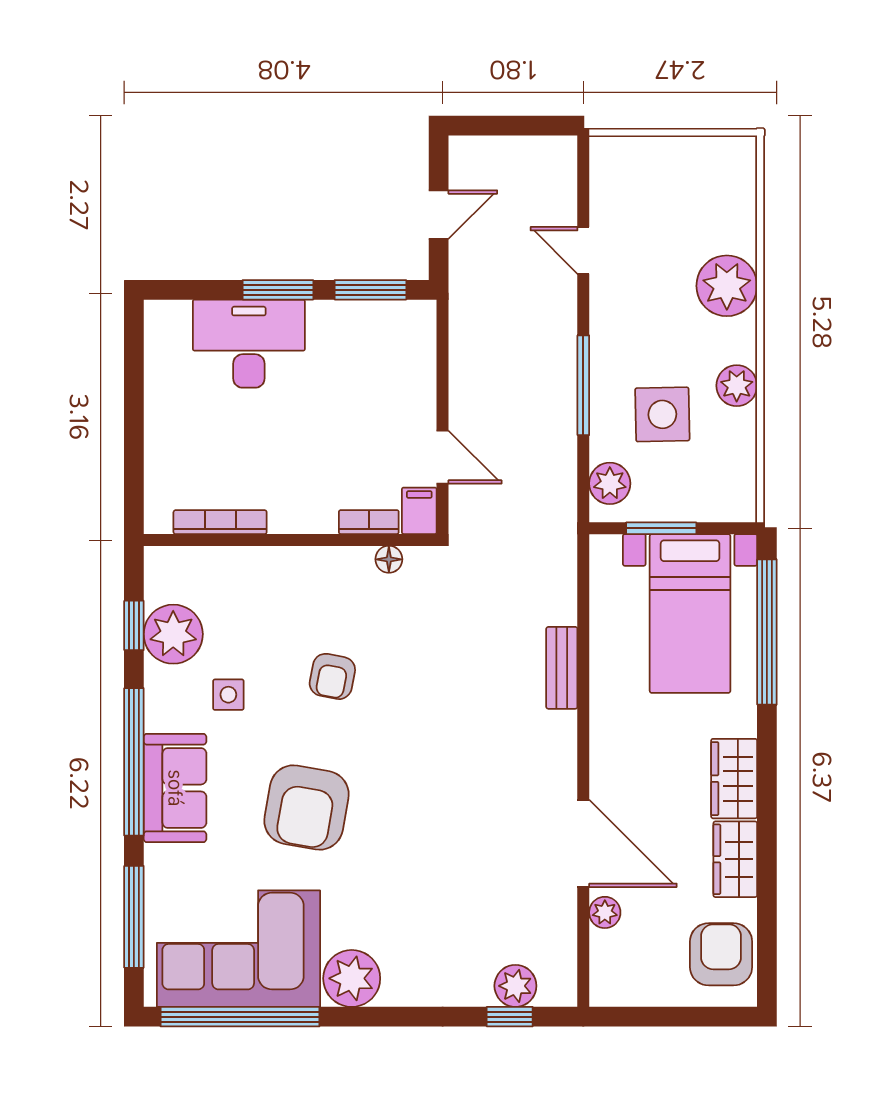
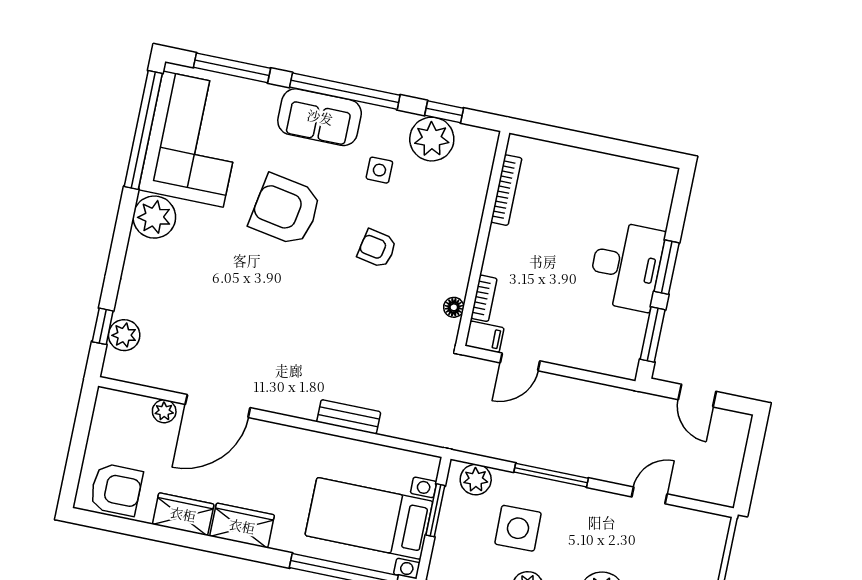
desk: (249, 344) -> (626, 266), moved

